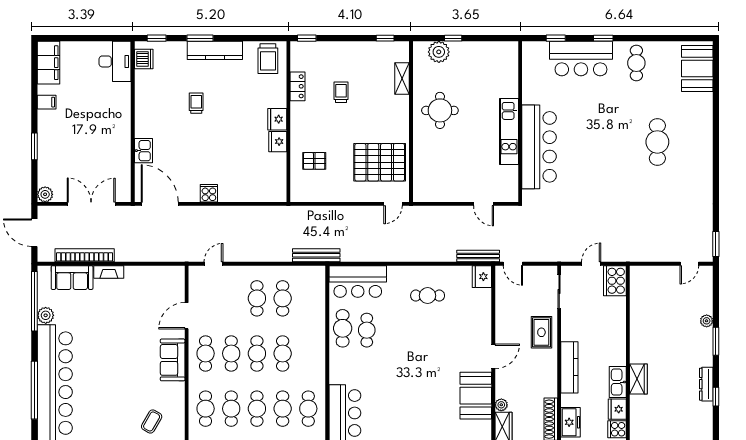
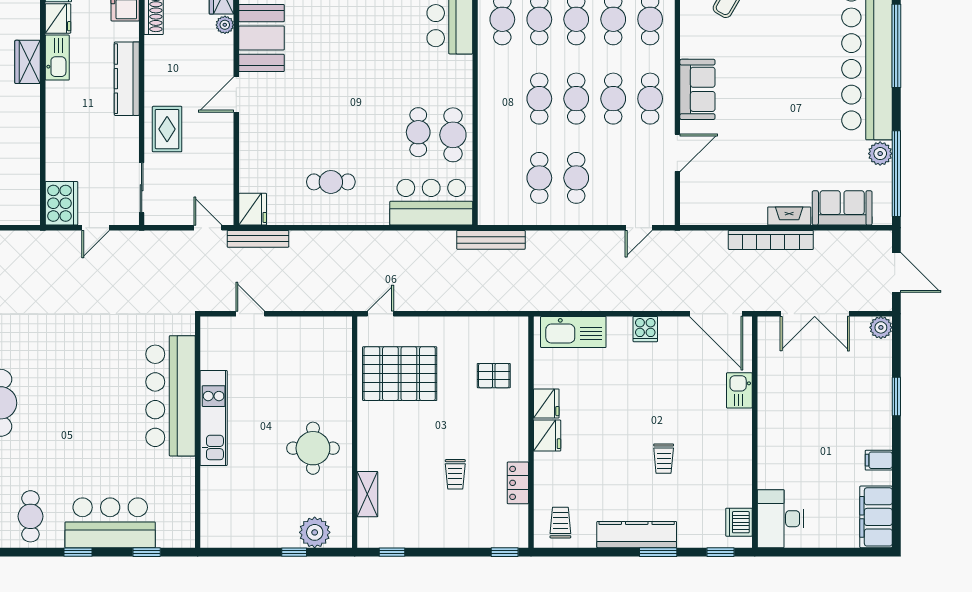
trolley: (268, 59) -> (560, 523), width x0.73, depth x0.72
kitchen sink: (259, 191) -> (573, 332), added
bookcase: (85, 255) -> (771, 240), moved

